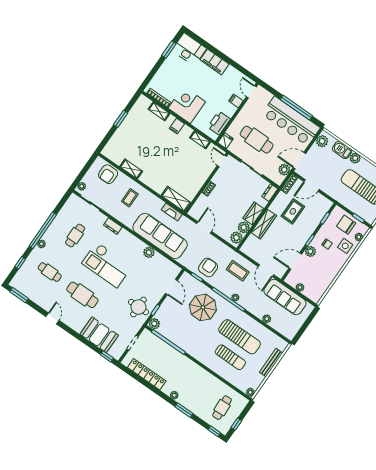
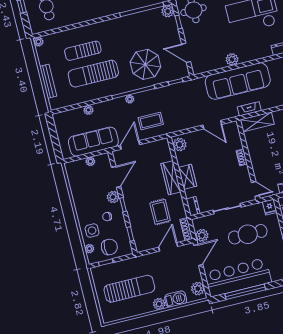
plant: (244, 227) -> (183, 158), removed
armchair: (208, 267) -> (175, 98), removed
door: (266, 271) -> (130, 145), hinge flipped

